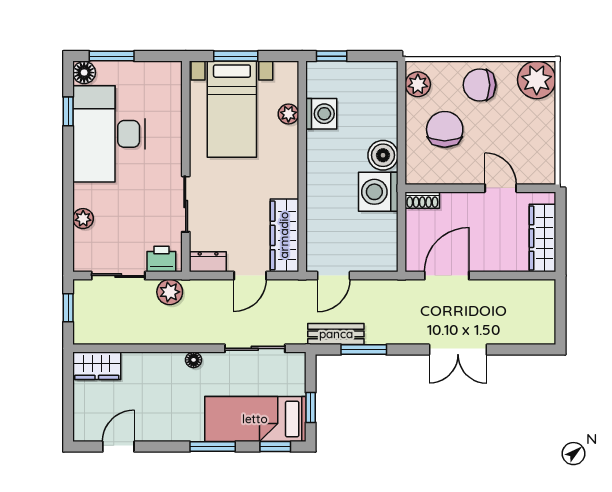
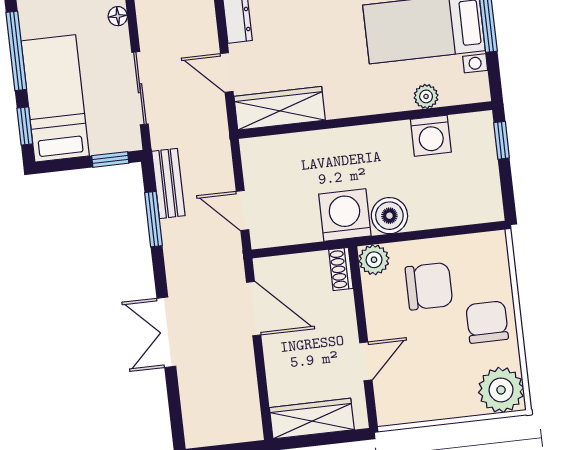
plant: (418, 84) -> (374, 260), moved
door: (334, 276) -> (242, 210), moved
window: (311, 408) -> (110, 159), moved
window: (213, 447) -> (16, 51), width x1.44

